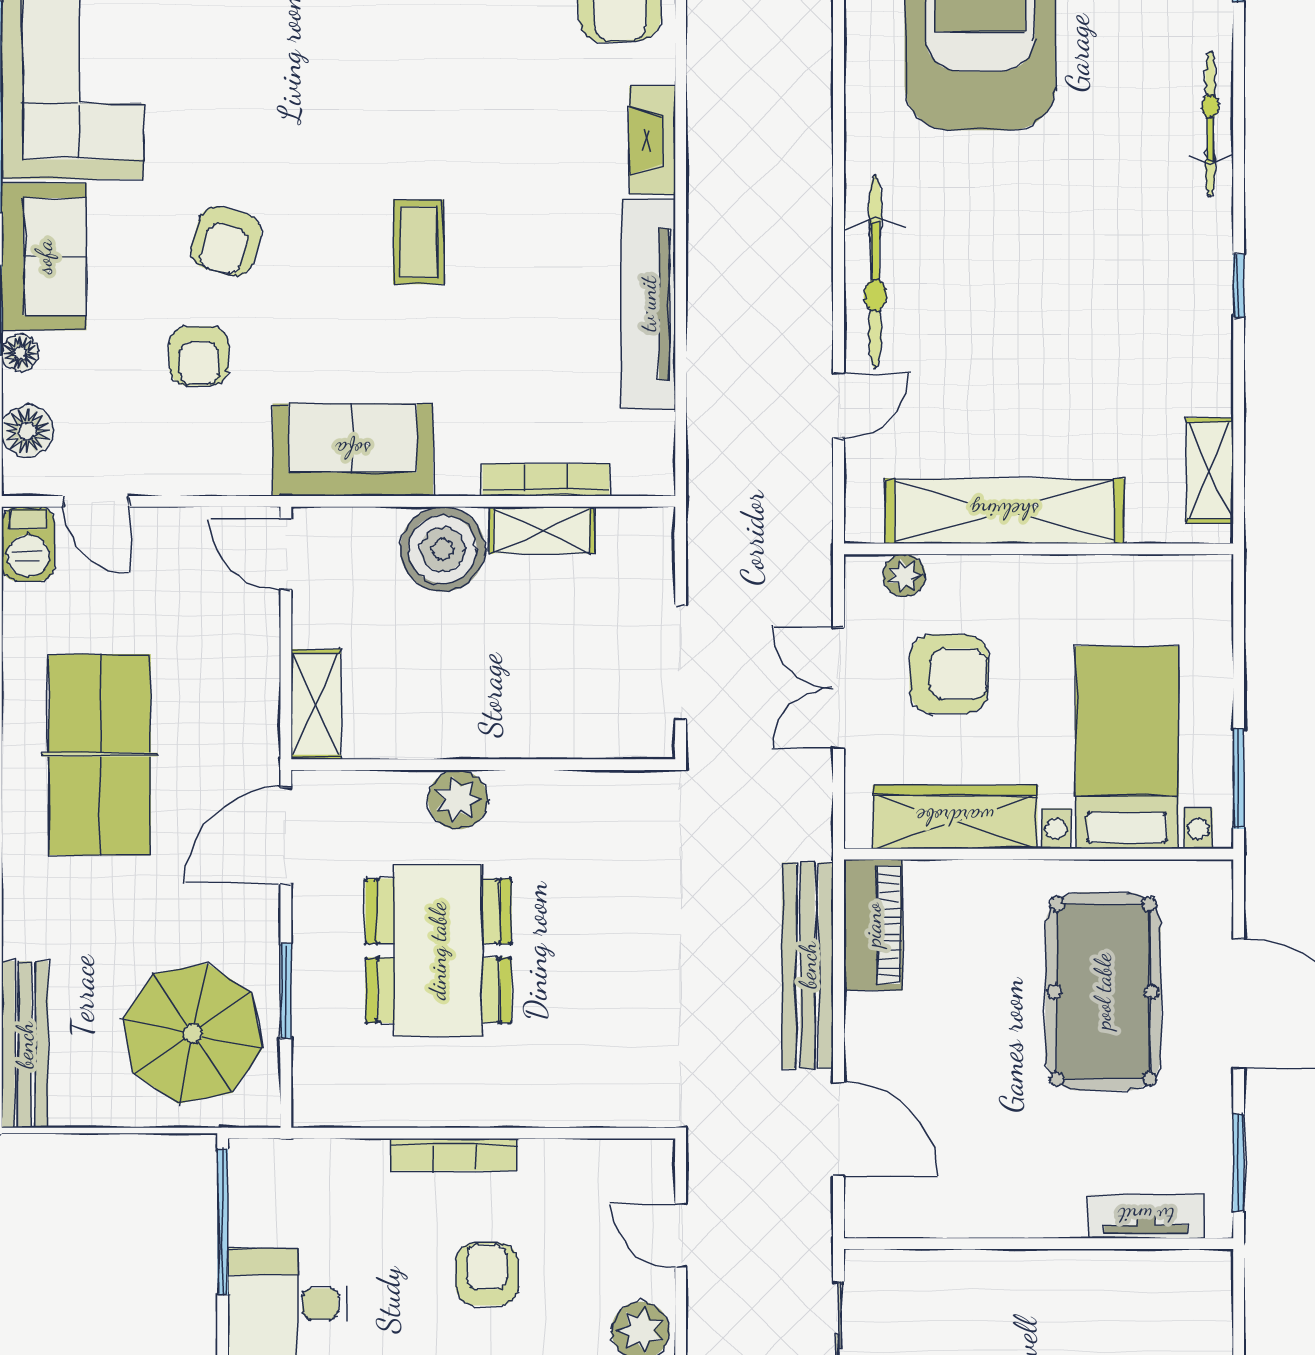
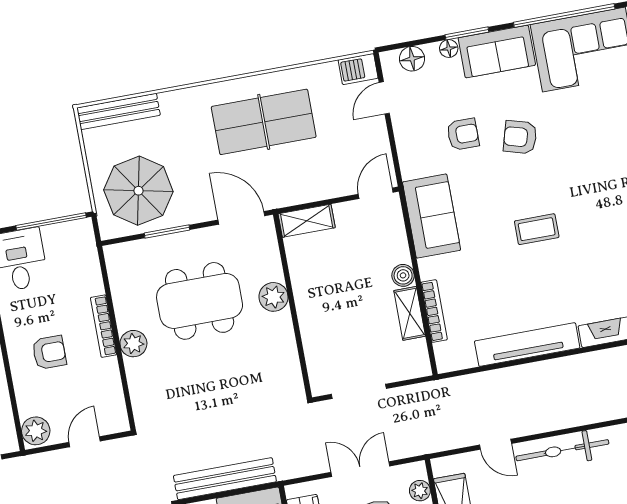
armchair: (199, 356) -> (463, 134), turned 180
boiler: (443, 549) -> (403, 275), width x0.54, depth x0.54
plant: (500, 1100) -> (133, 344), added

